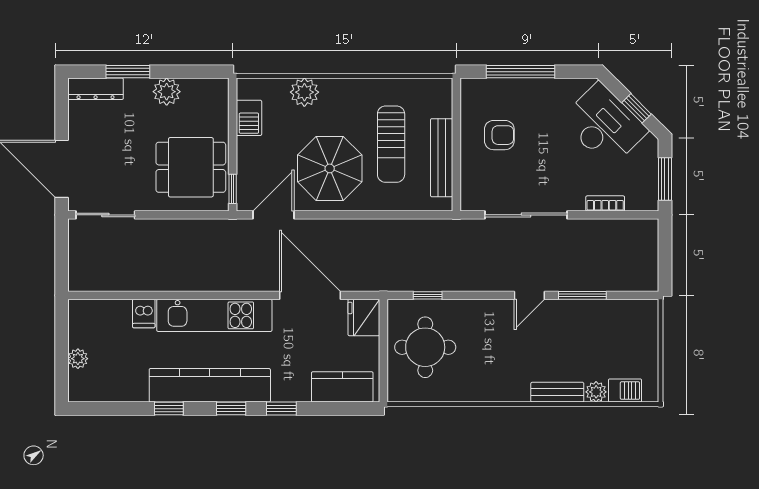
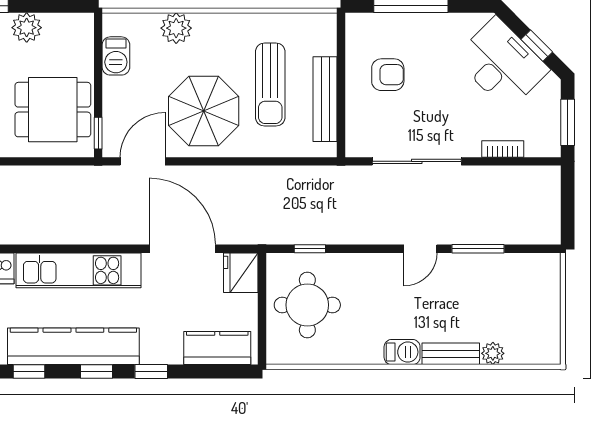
barbecue: (625, 391) -> (402, 352), moved

